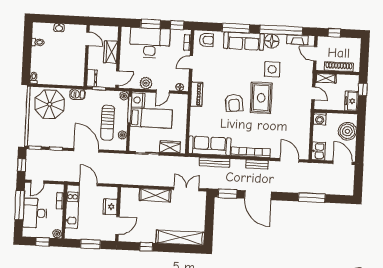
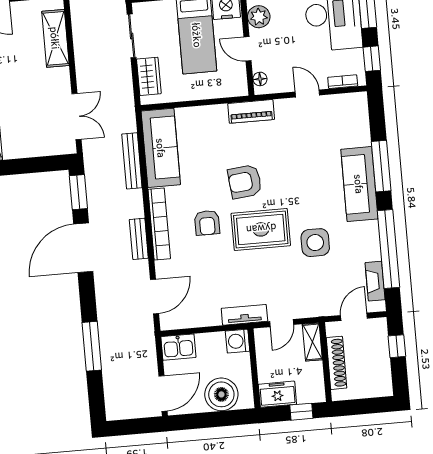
armchair: (206, 40) -> (207, 223), moved
floor lamp: (272, 41) -> (366, 235), removed
tv unit: (306, 113) -> (244, 315), added
shelving: (155, 195) -> (55, 38), moved

